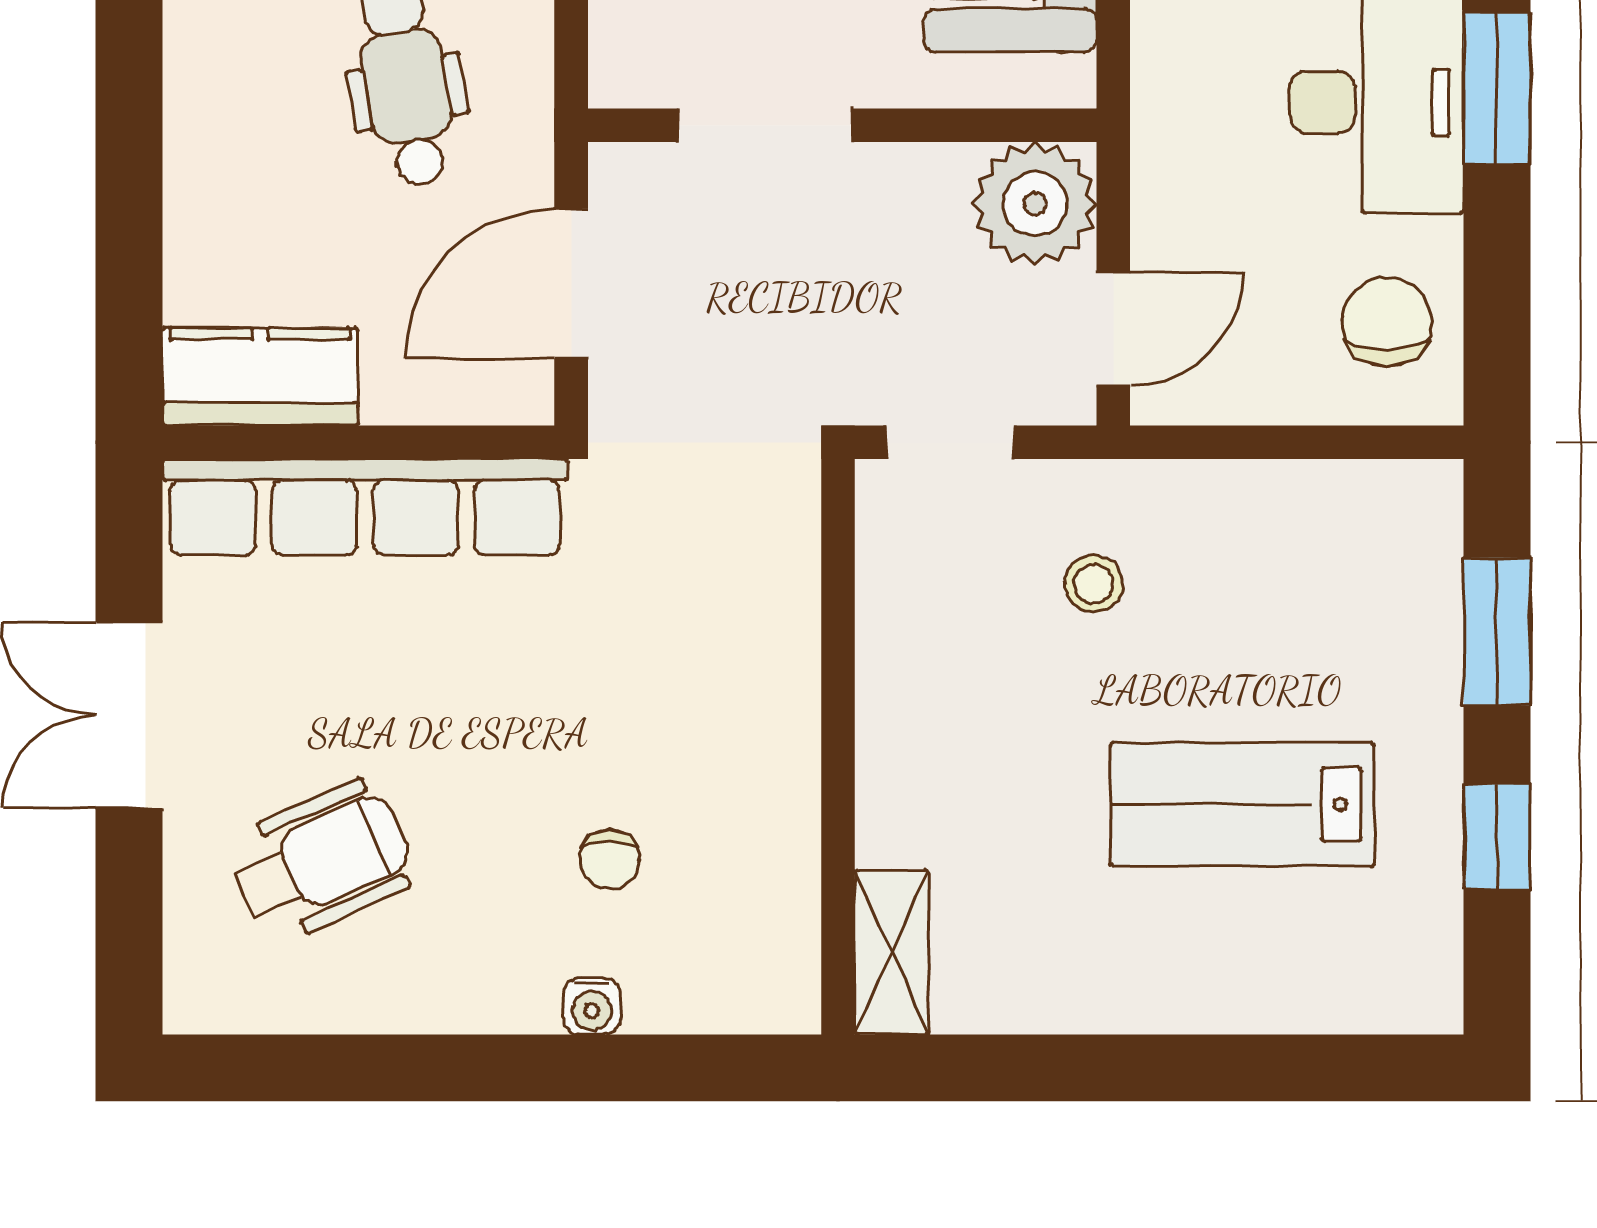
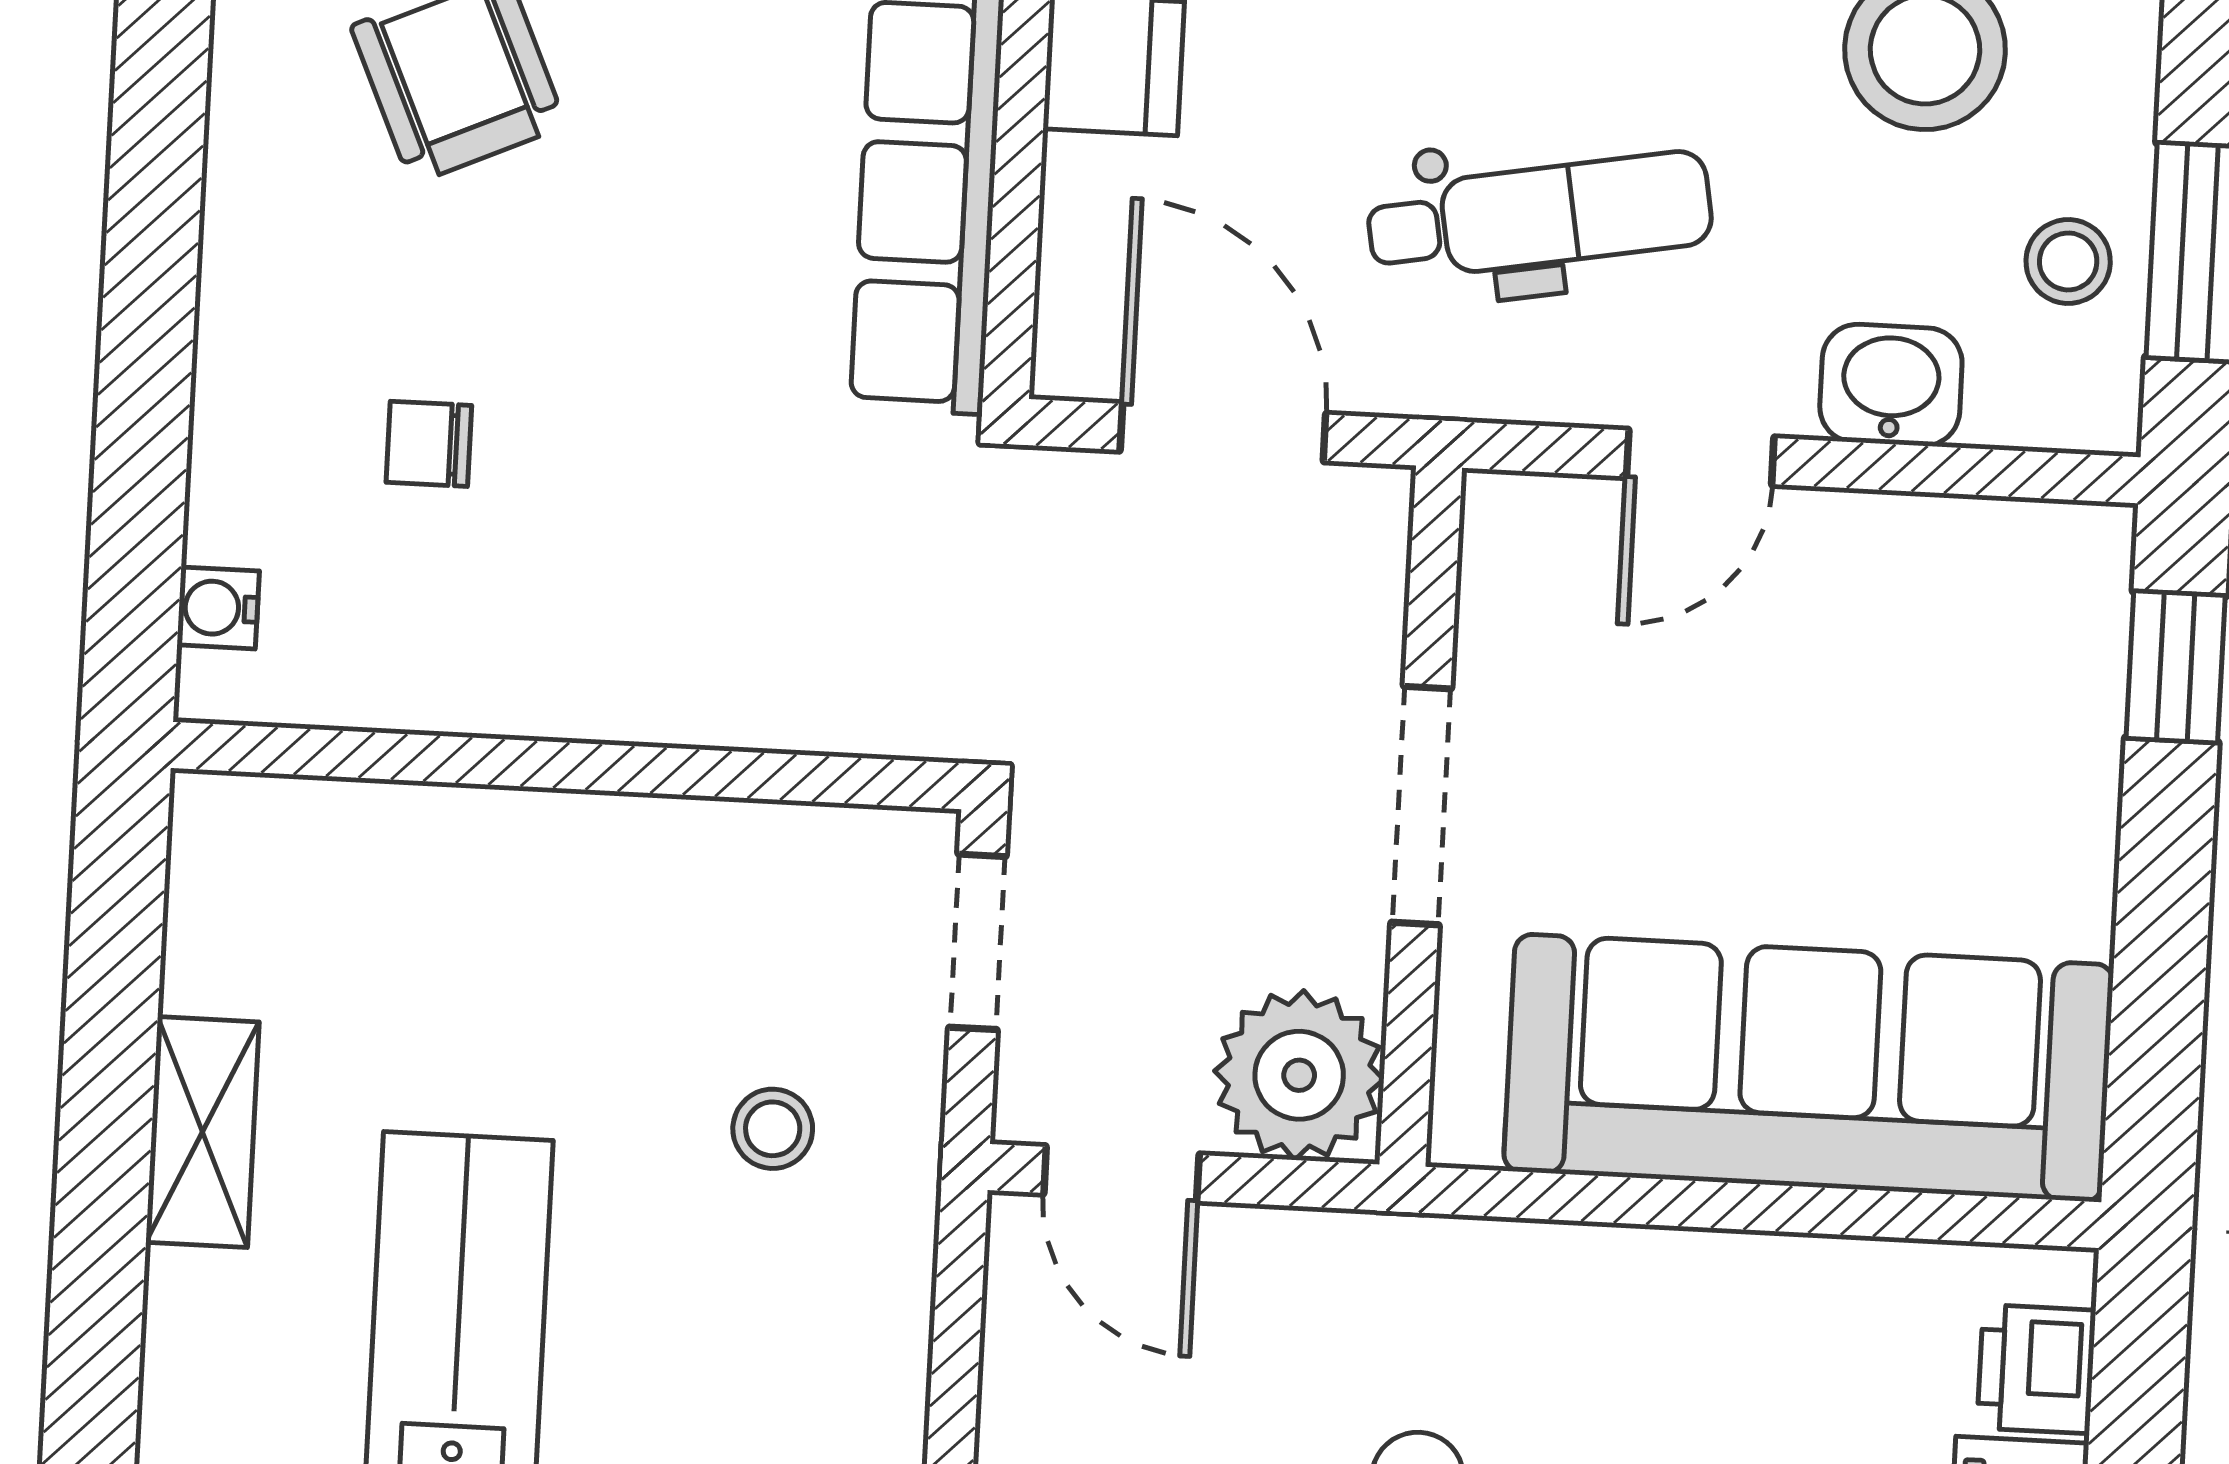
doorway: (765, 125) -> (1421, 805), moved
shelving: (892, 952) -> (202, 1132), moved, turned 90
water cooler: (592, 1006) -> (218, 608), moved

